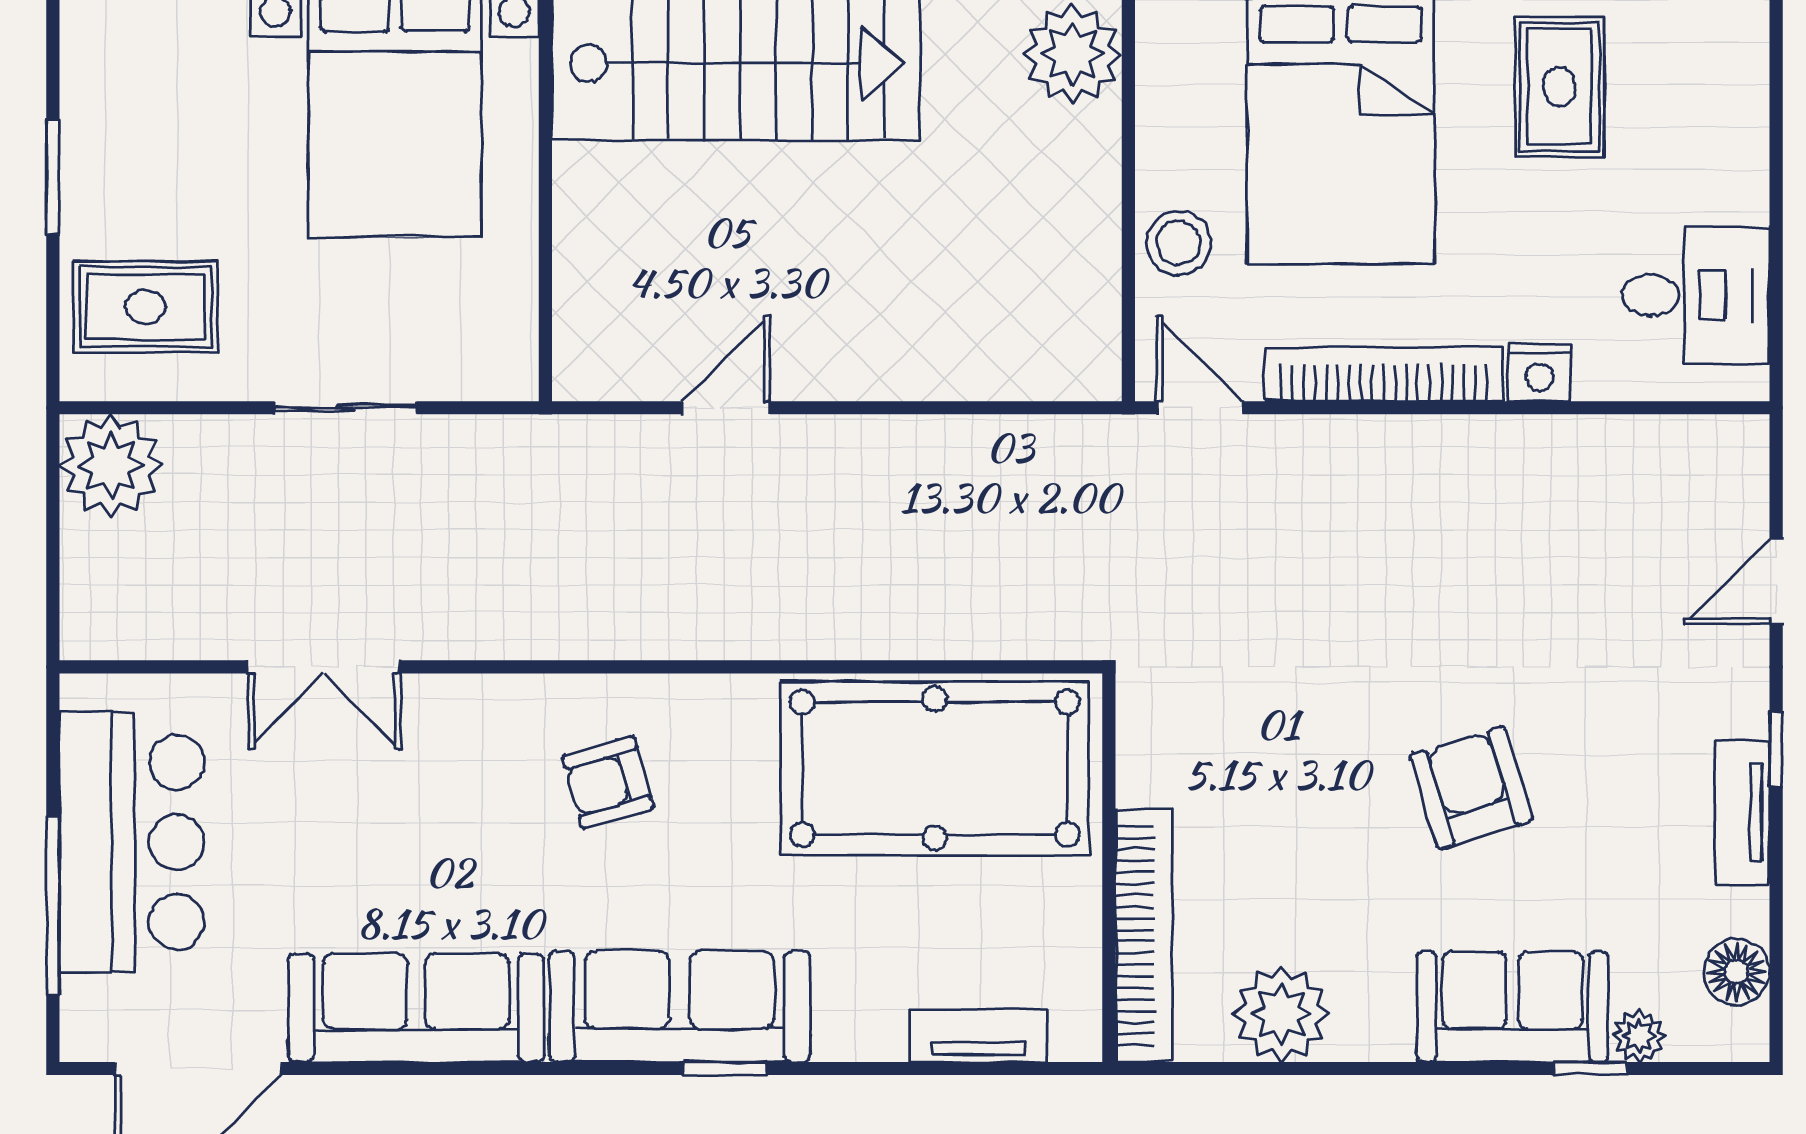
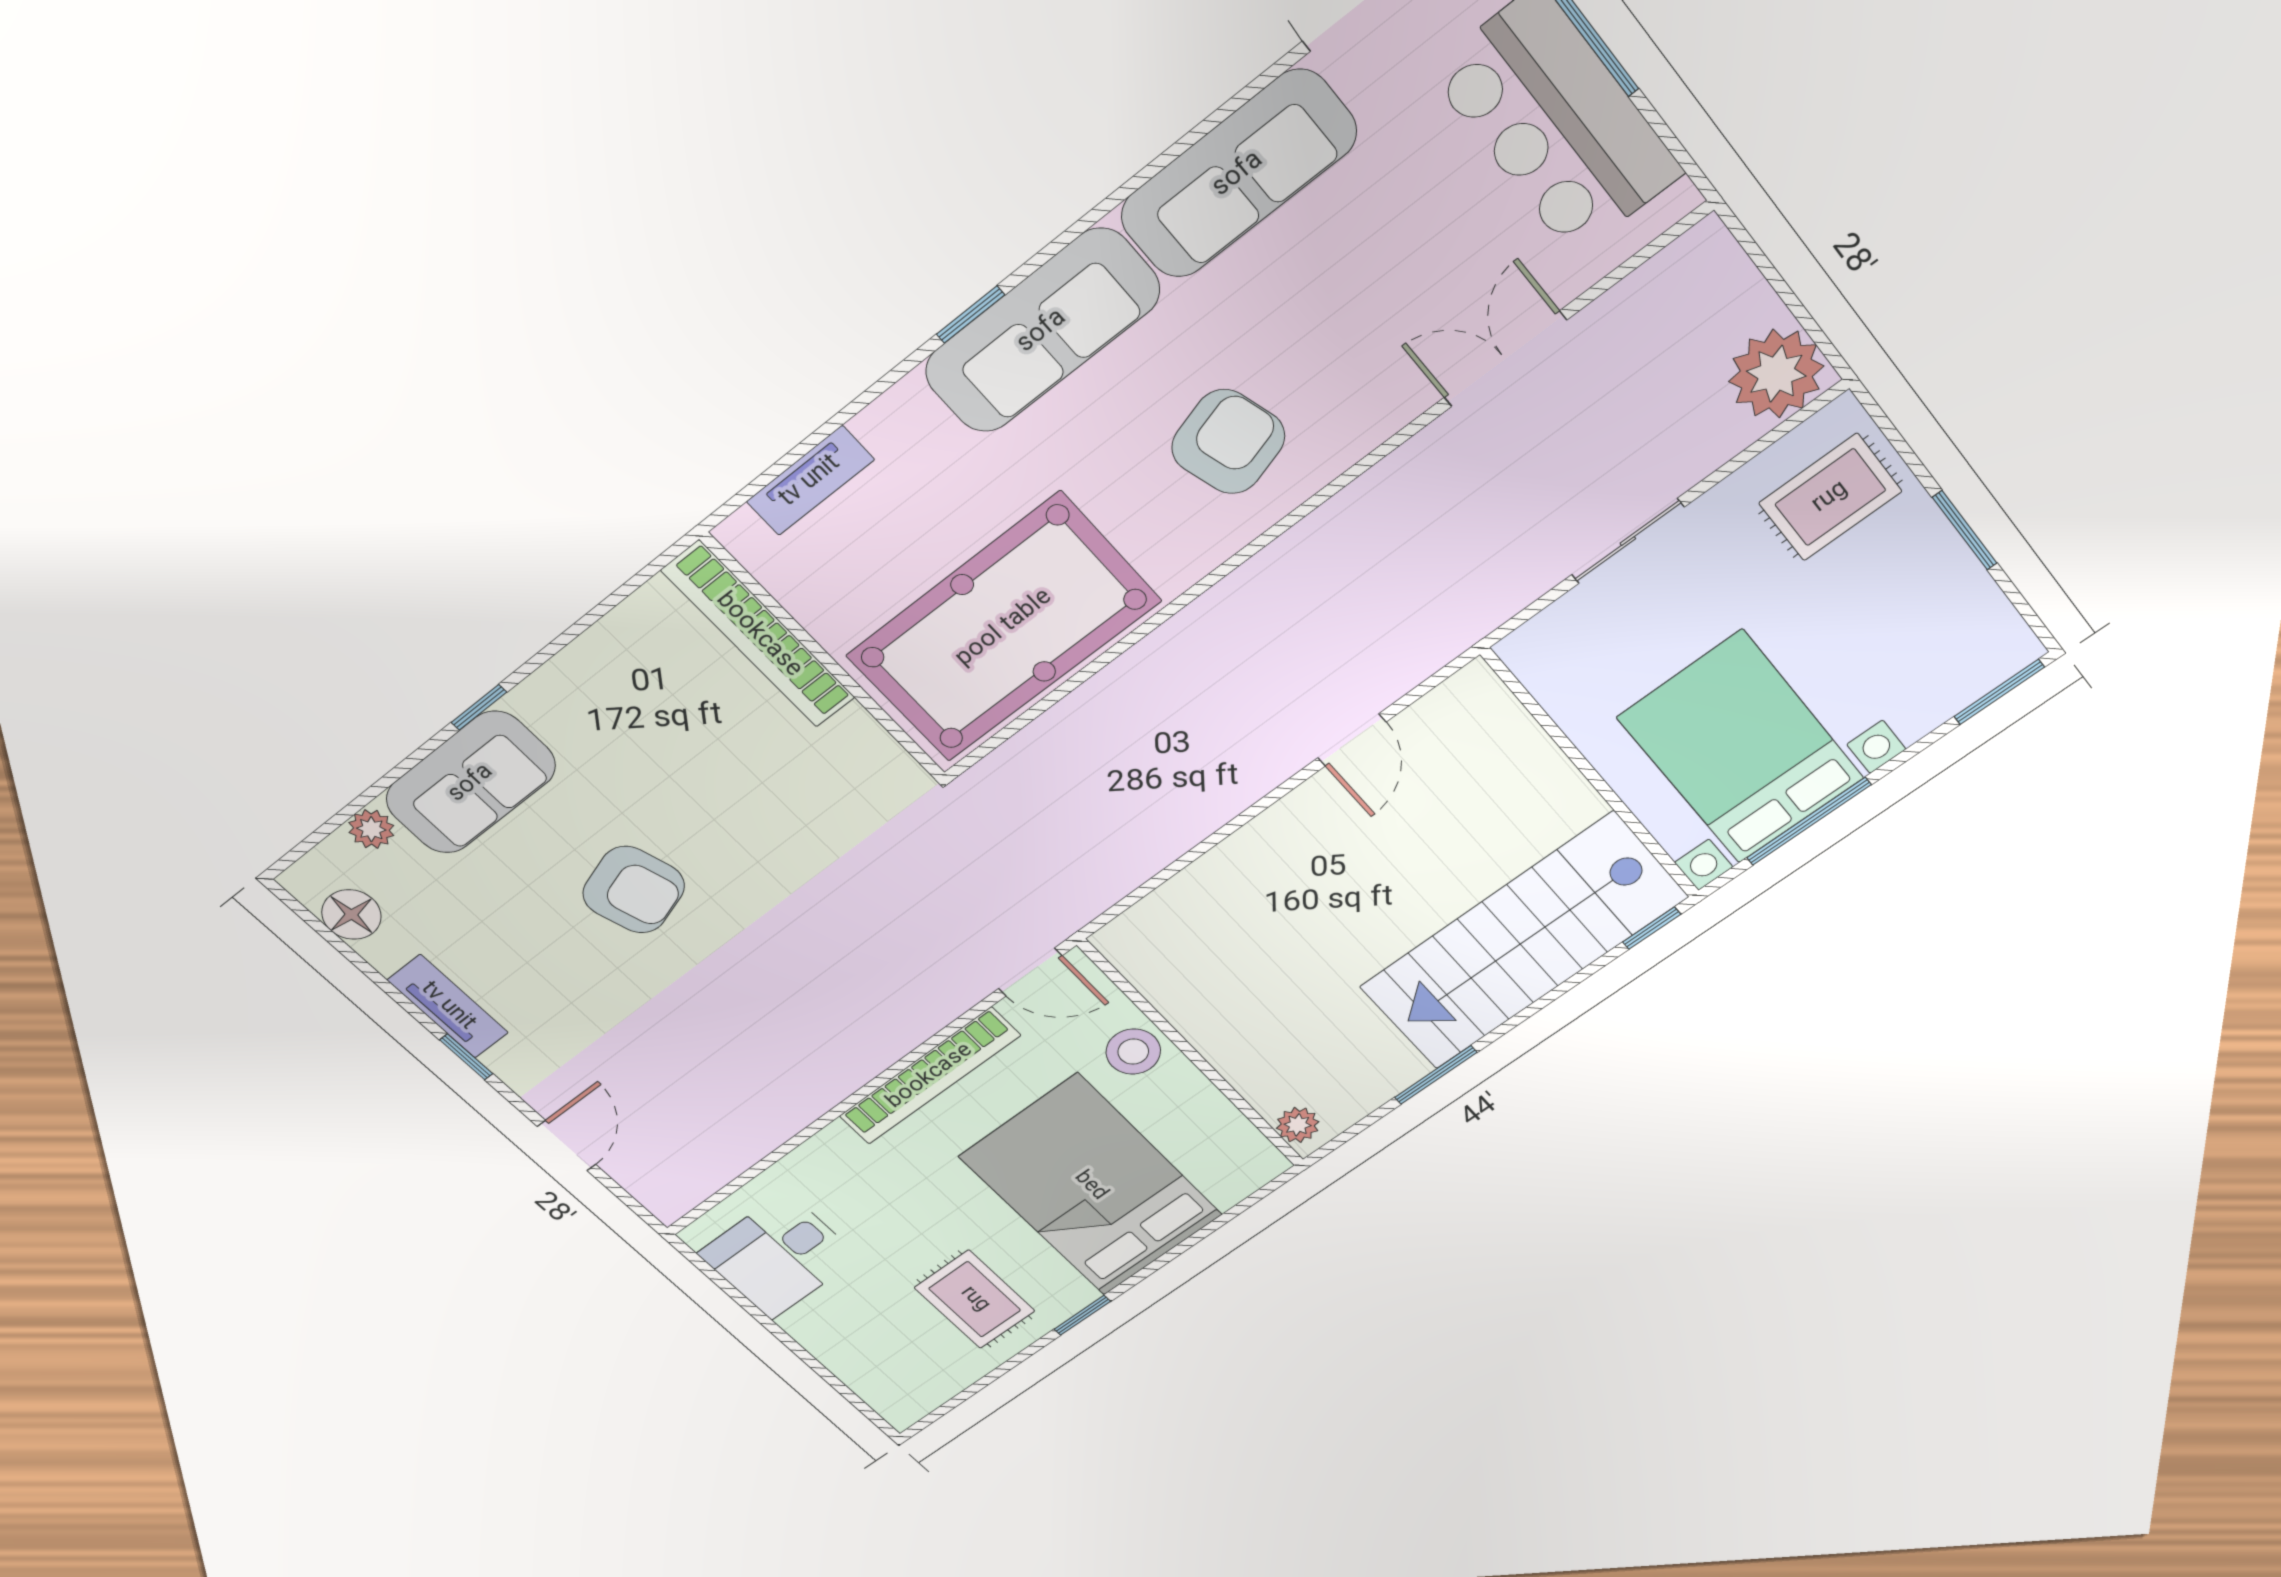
plant: (1073, 54) -> (1298, 1125), width x0.53, depth x0.53
nightstand: (1539, 373) -> (832, 1147), removed
armchair: (608, 782) -> (1228, 442), width x1.38, depth x1.38
plant: (1281, 1014) -> (617, 659), removed
window: (1590, 1069) -> (479, 707), moved

